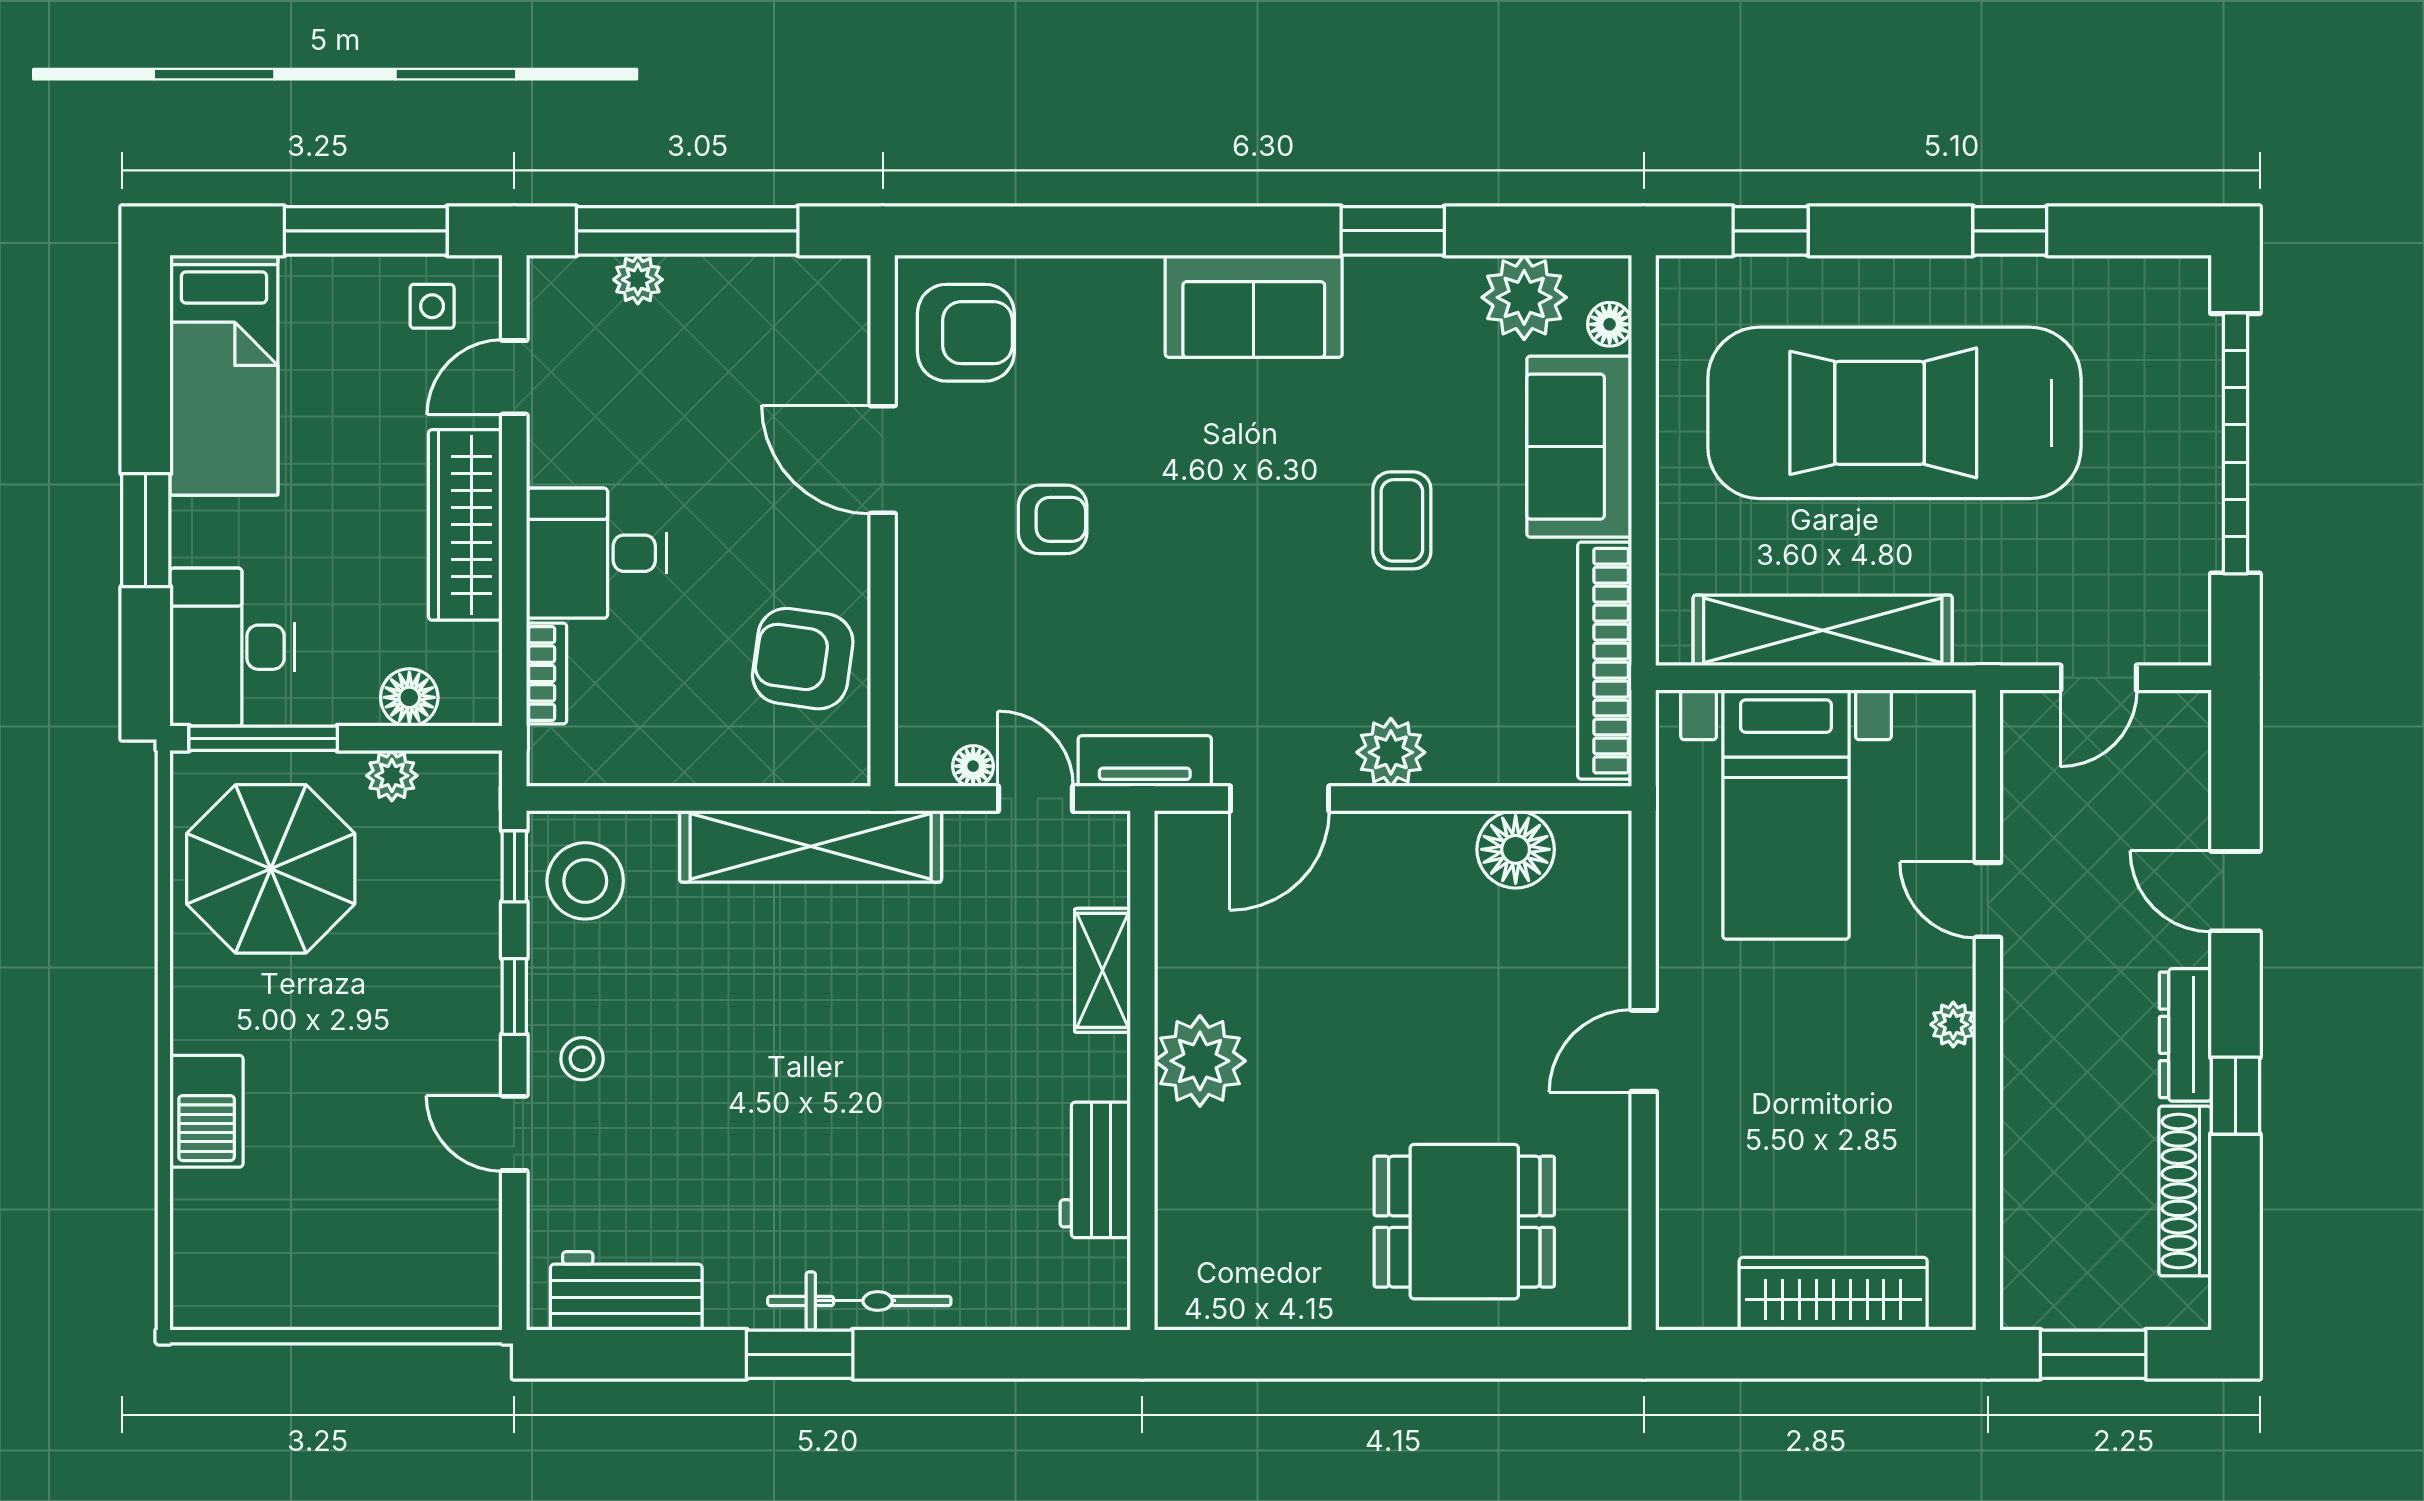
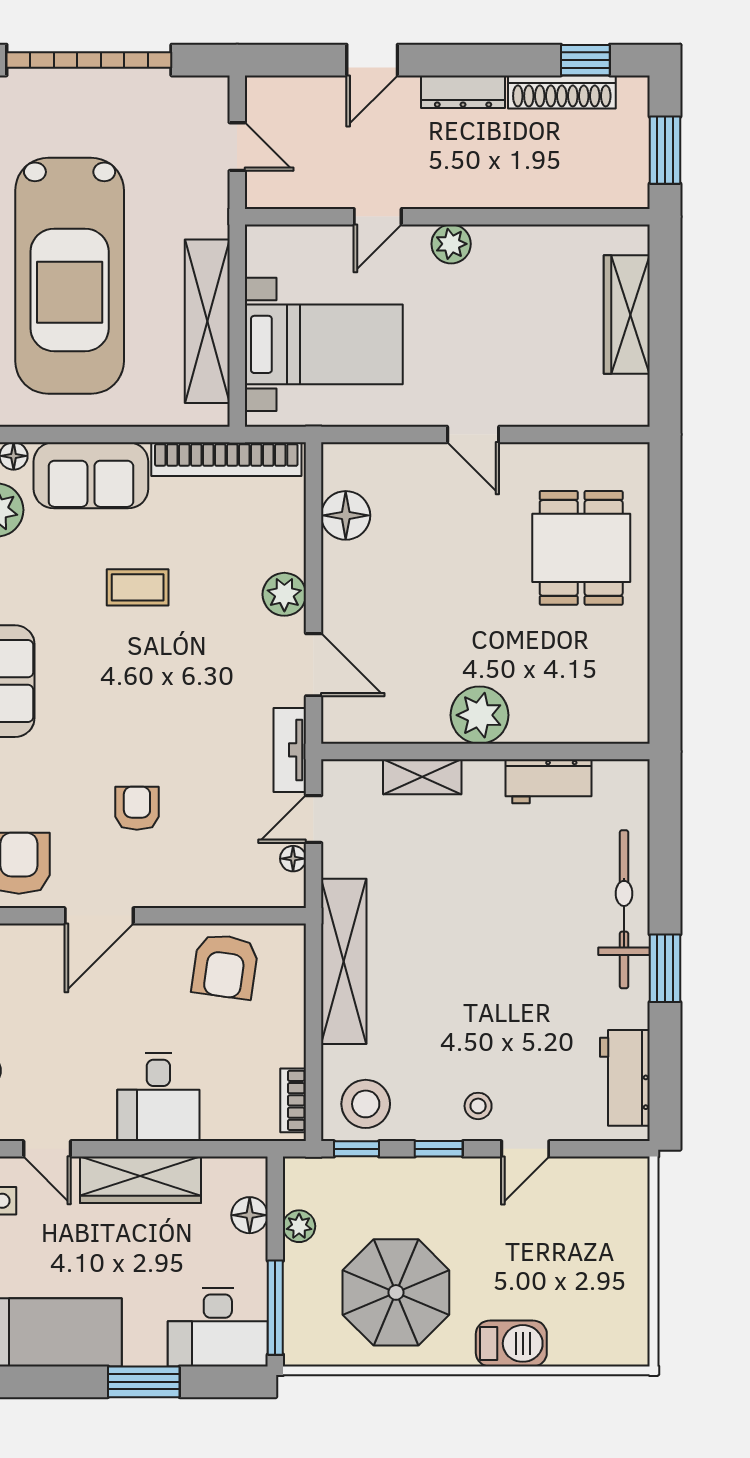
bookcase: (547, 674) -> (293, 1100), moved, turned -90
parasol: (271, 869) -> (396, 1292), moved
plant: (1953, 1024) -> (451, 244), width x1.38, depth x1.38
window: (2235, 1096) -> (585, 60), moved
bicycle: (859, 1301) -> (624, 909), width x1.37, depth x1.40

